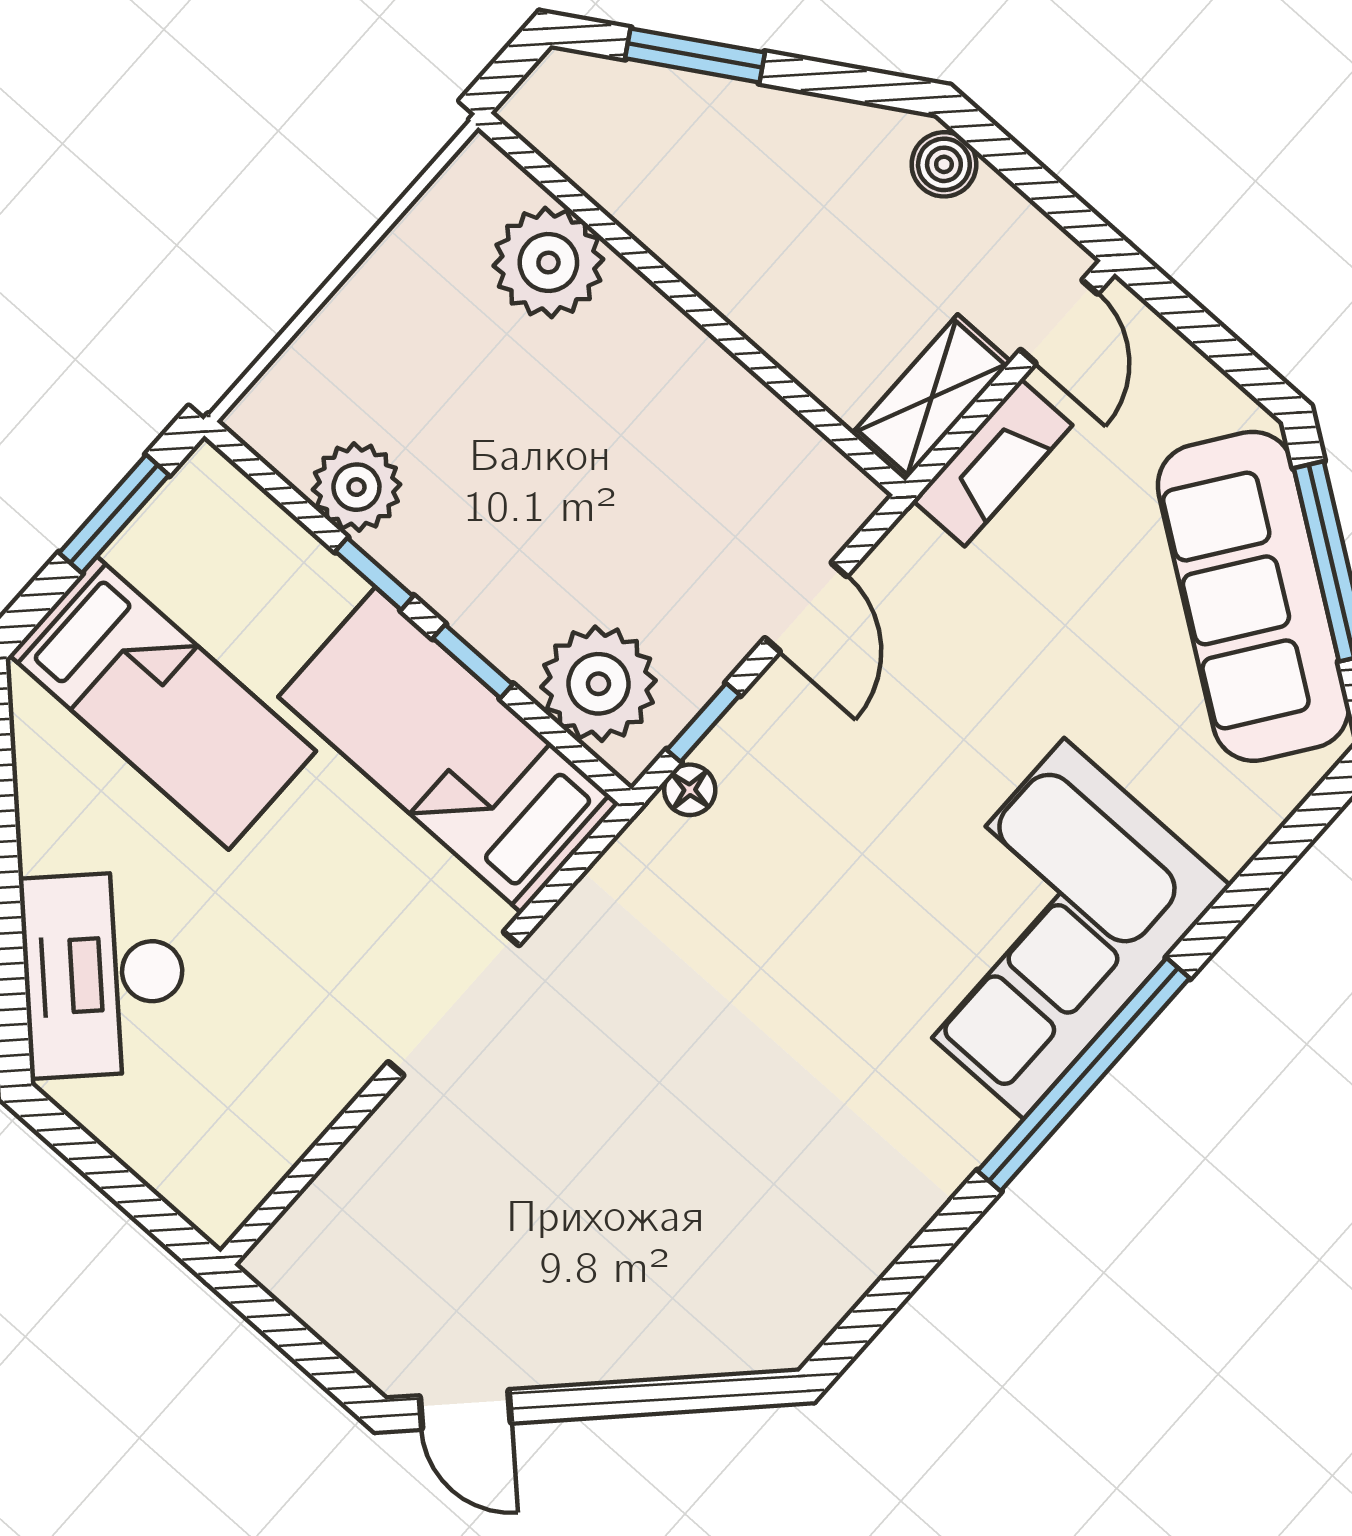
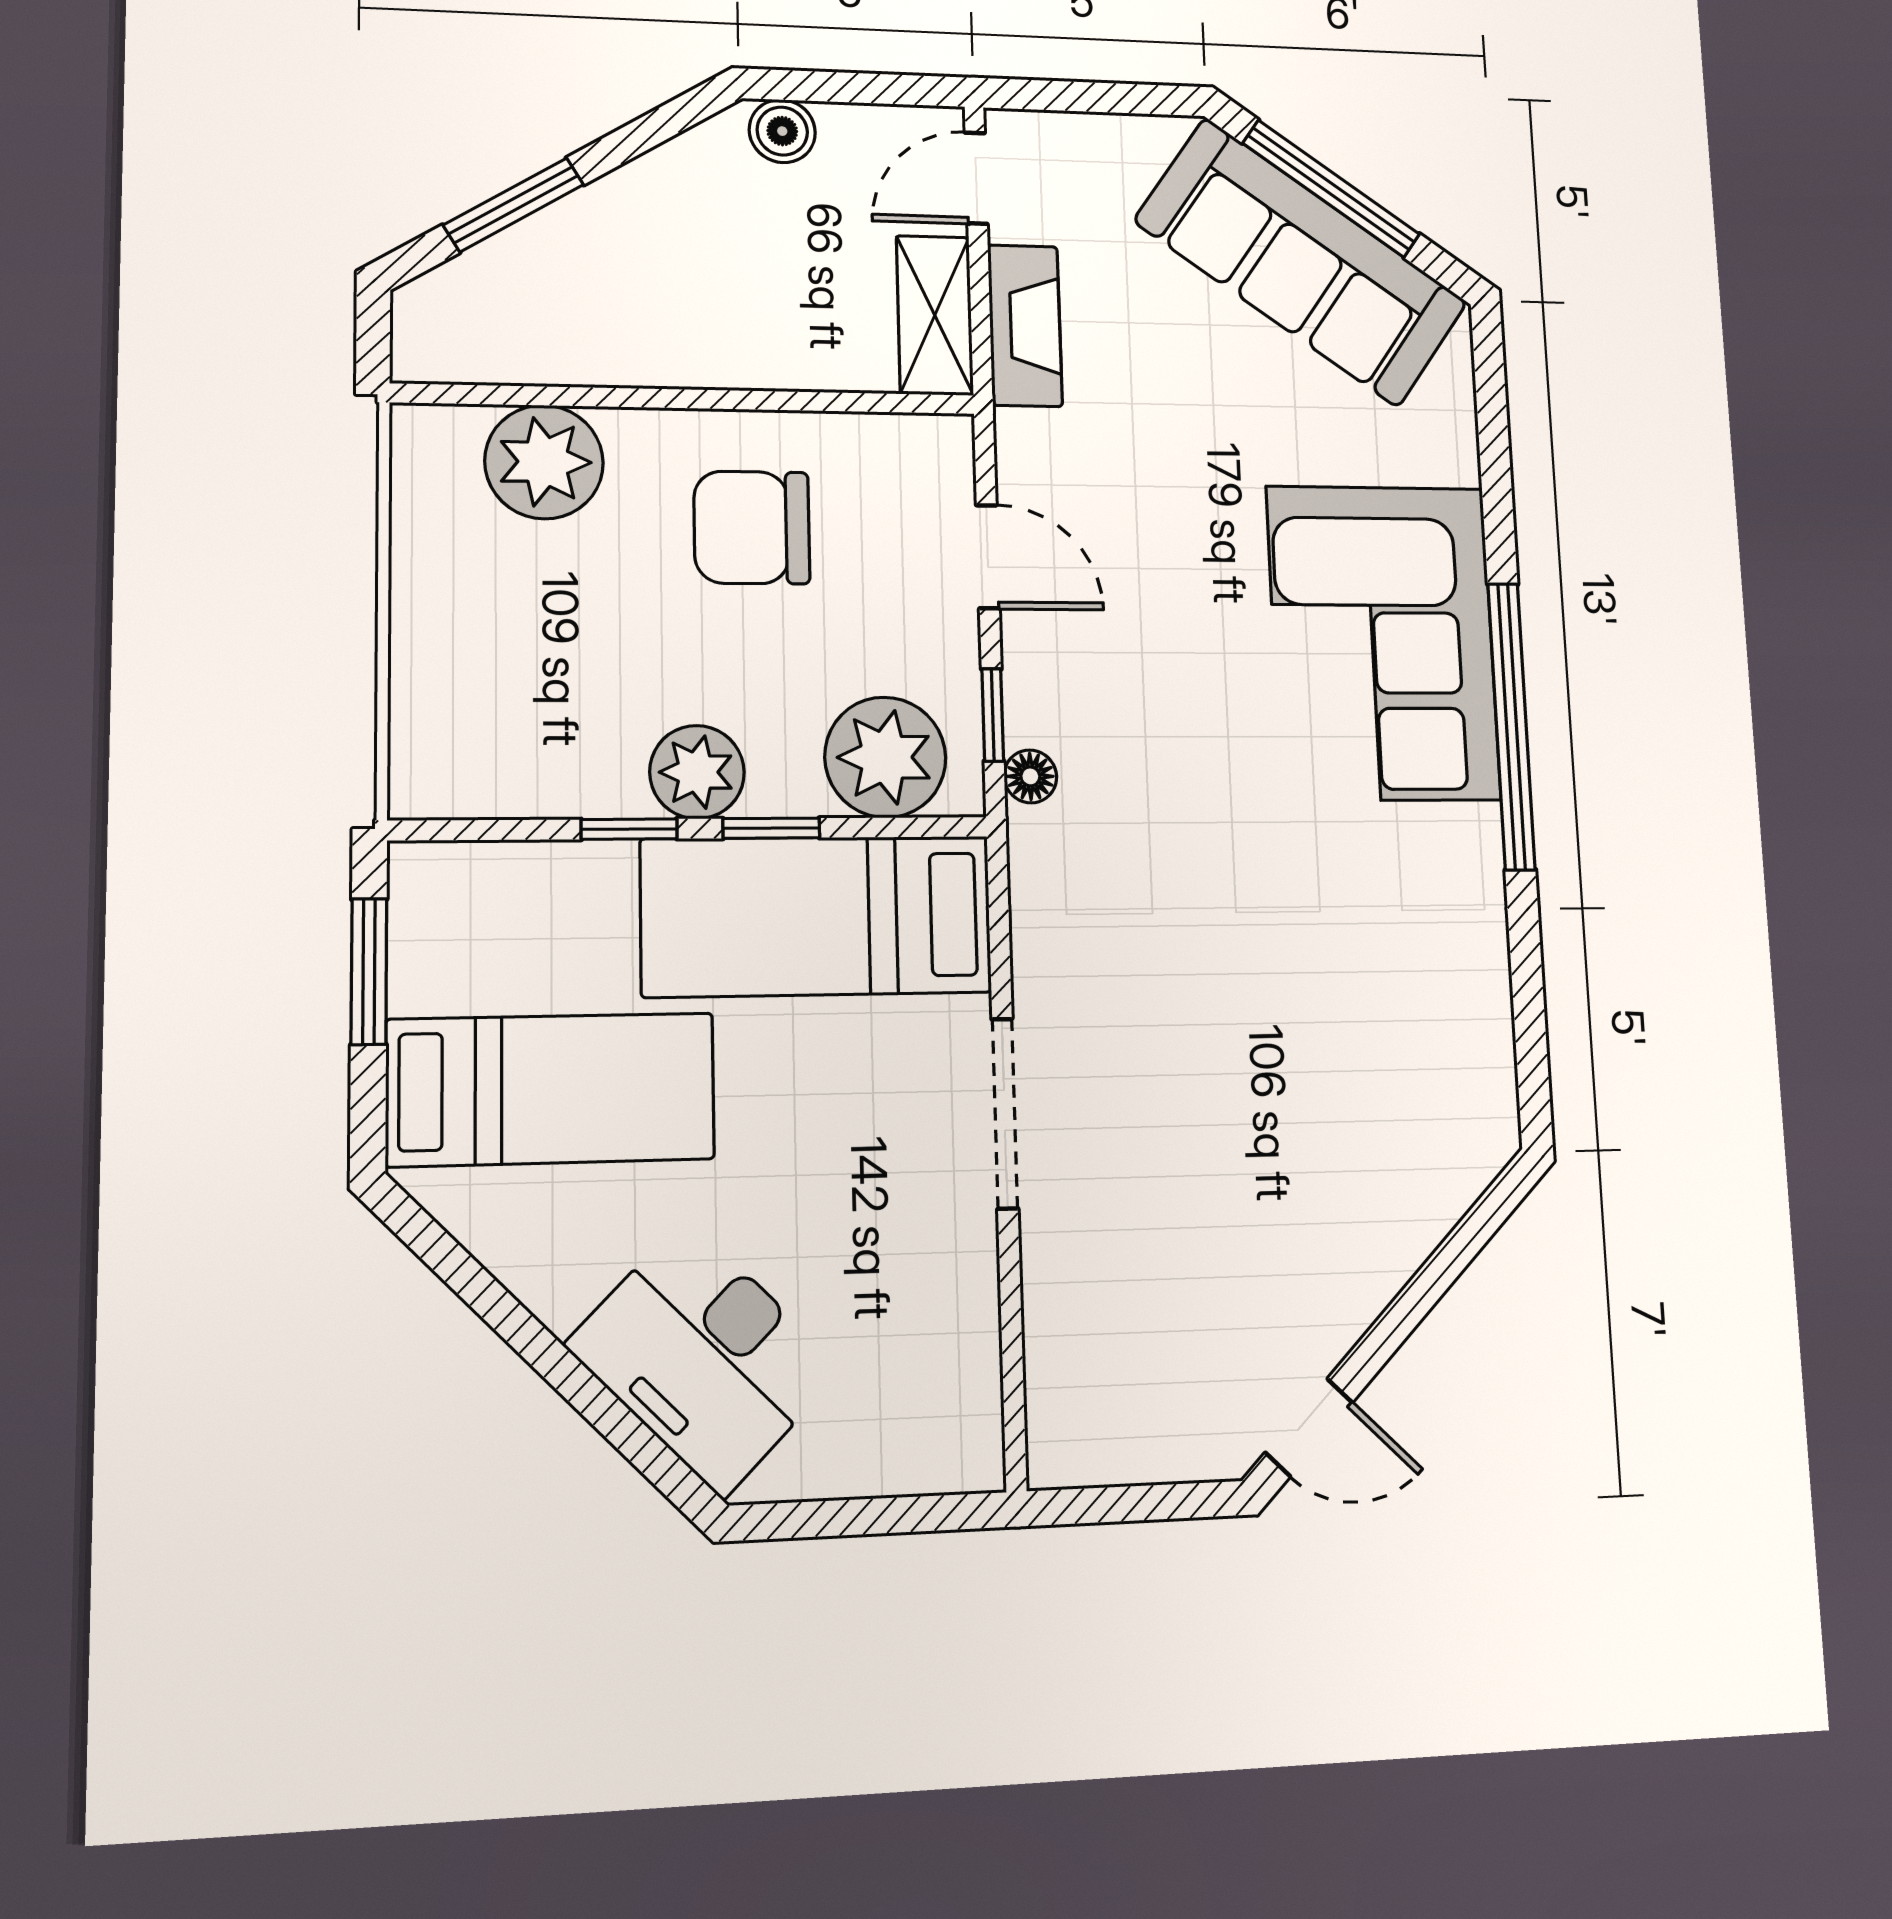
door: (1059, 322) -> (976, 178), swing flipped
chair: (654, 437) -> (752, 527), added
plant: (356, 487) -> (697, 772), moved

